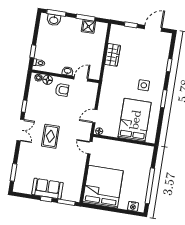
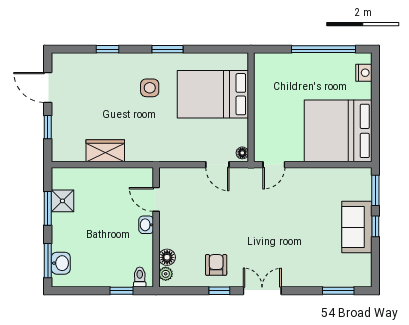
armchair: (62, 90) -> (216, 265), moved
rug: (50, 136) -> (265, 236), removed

